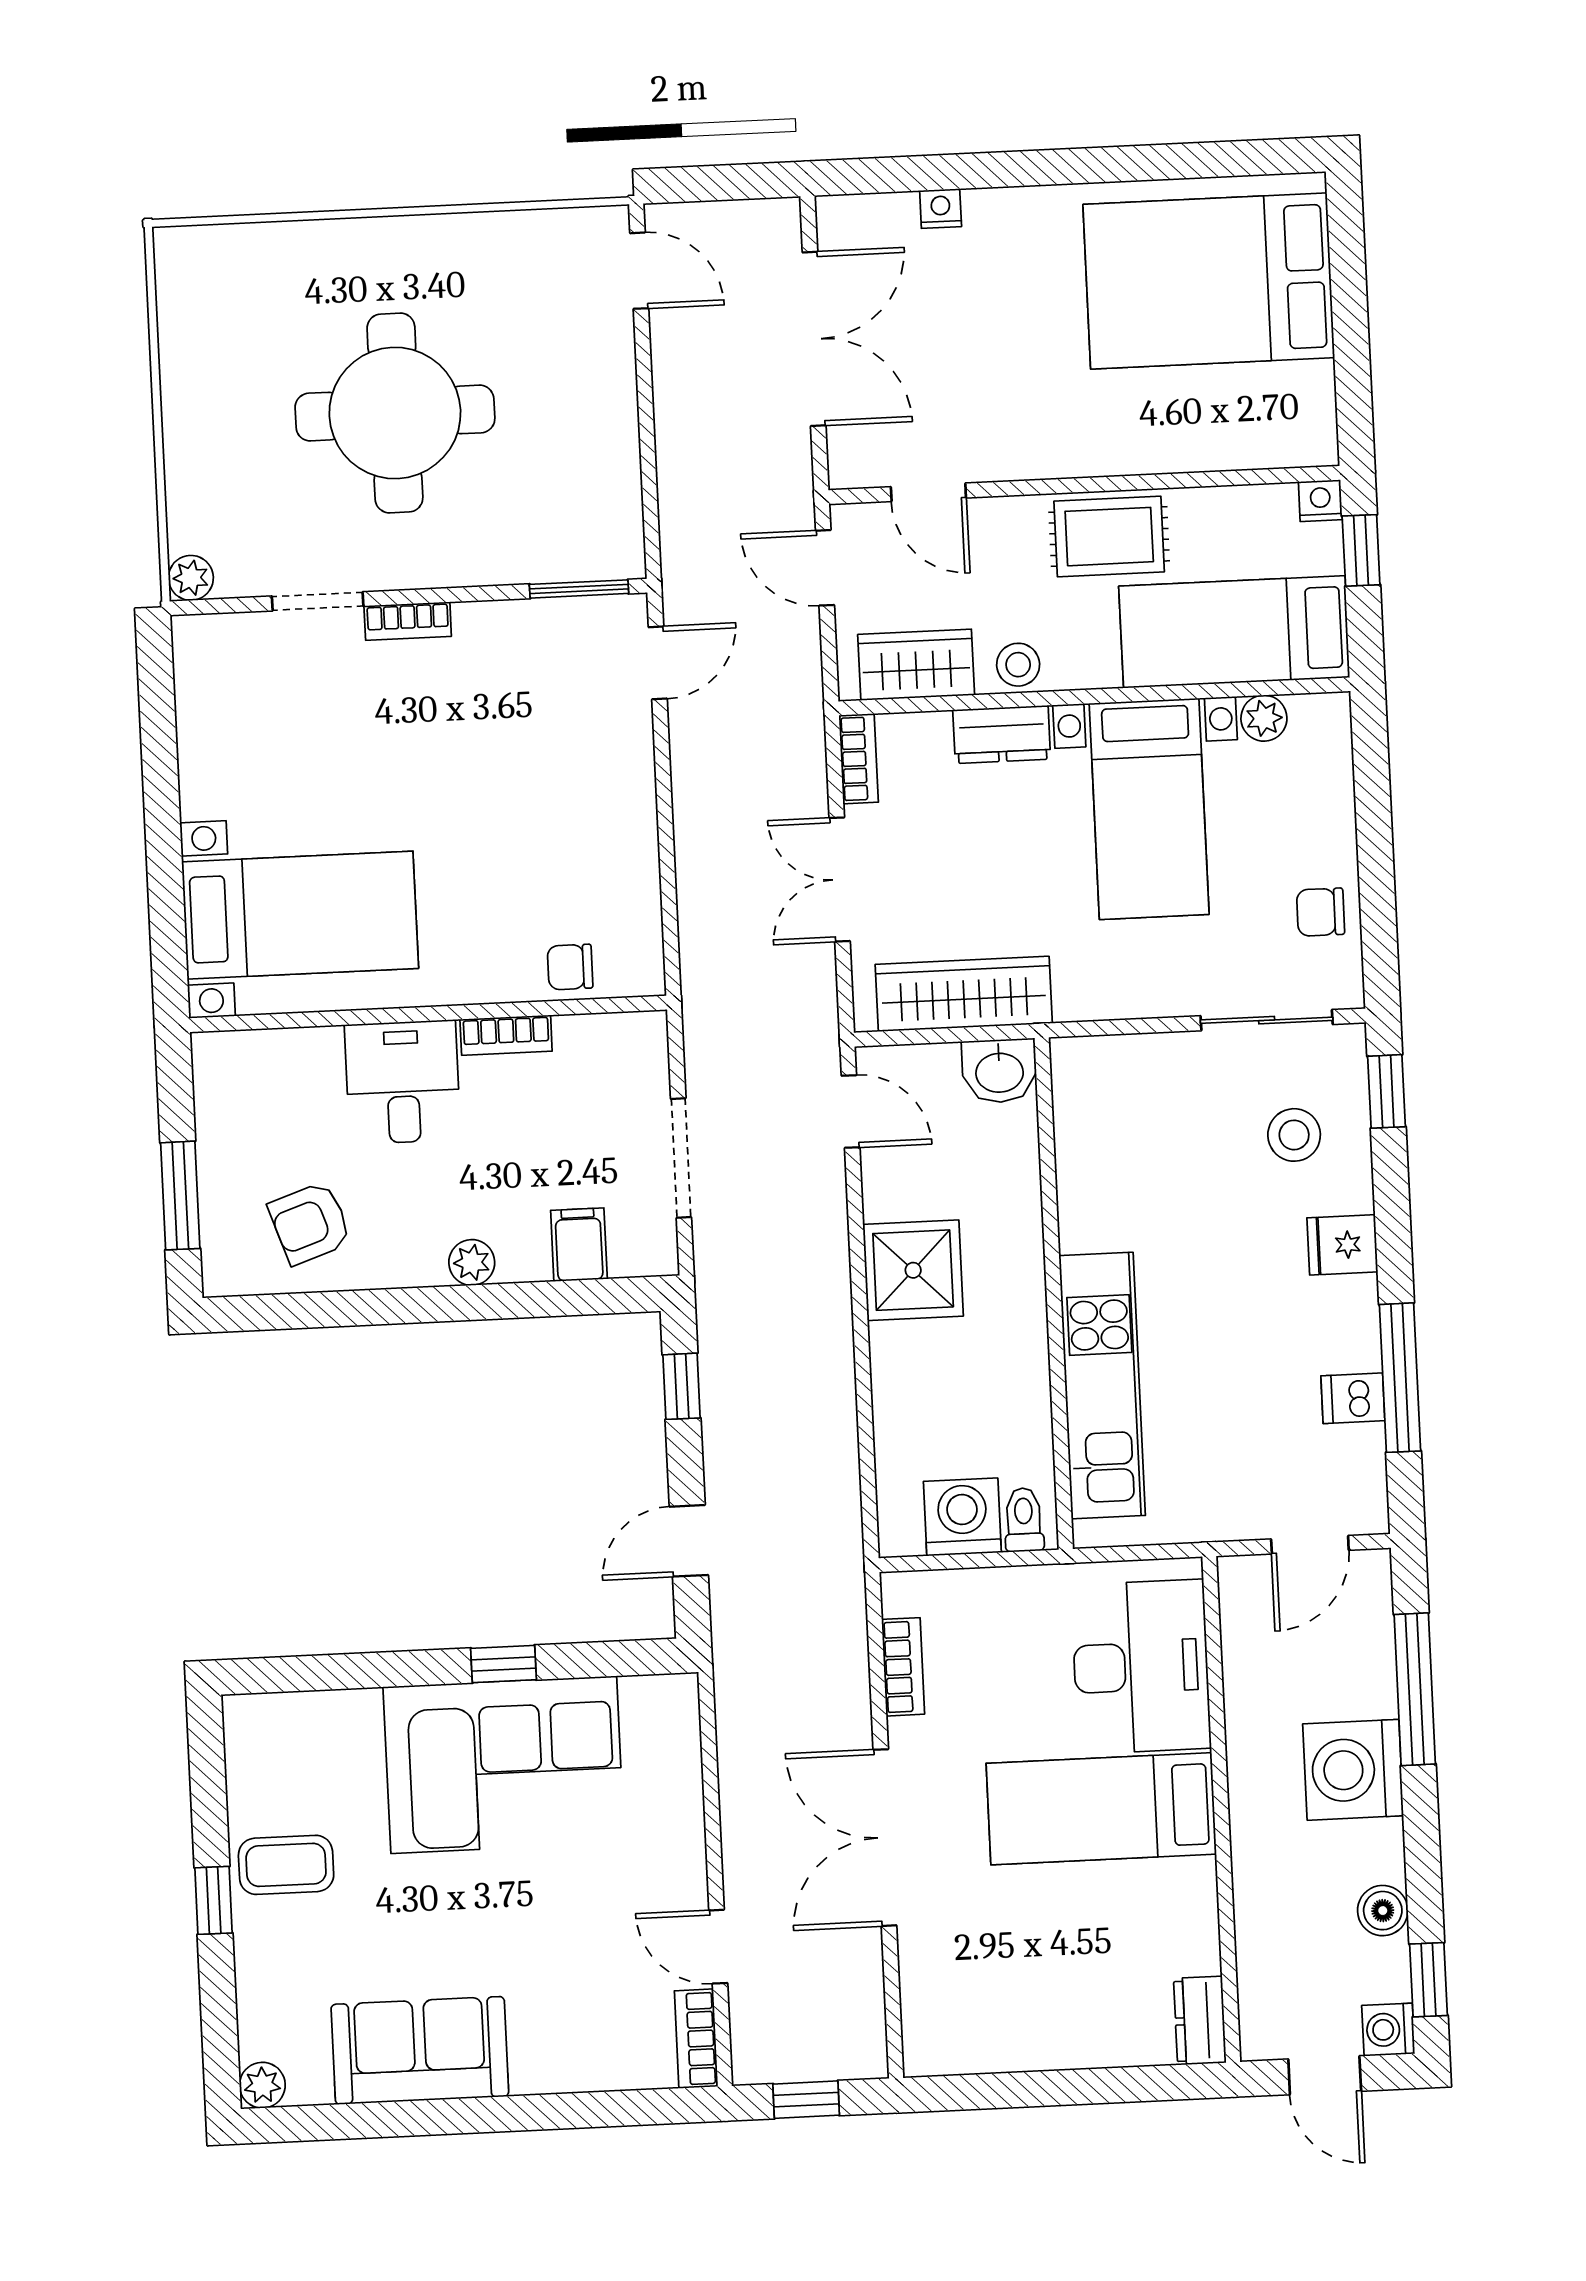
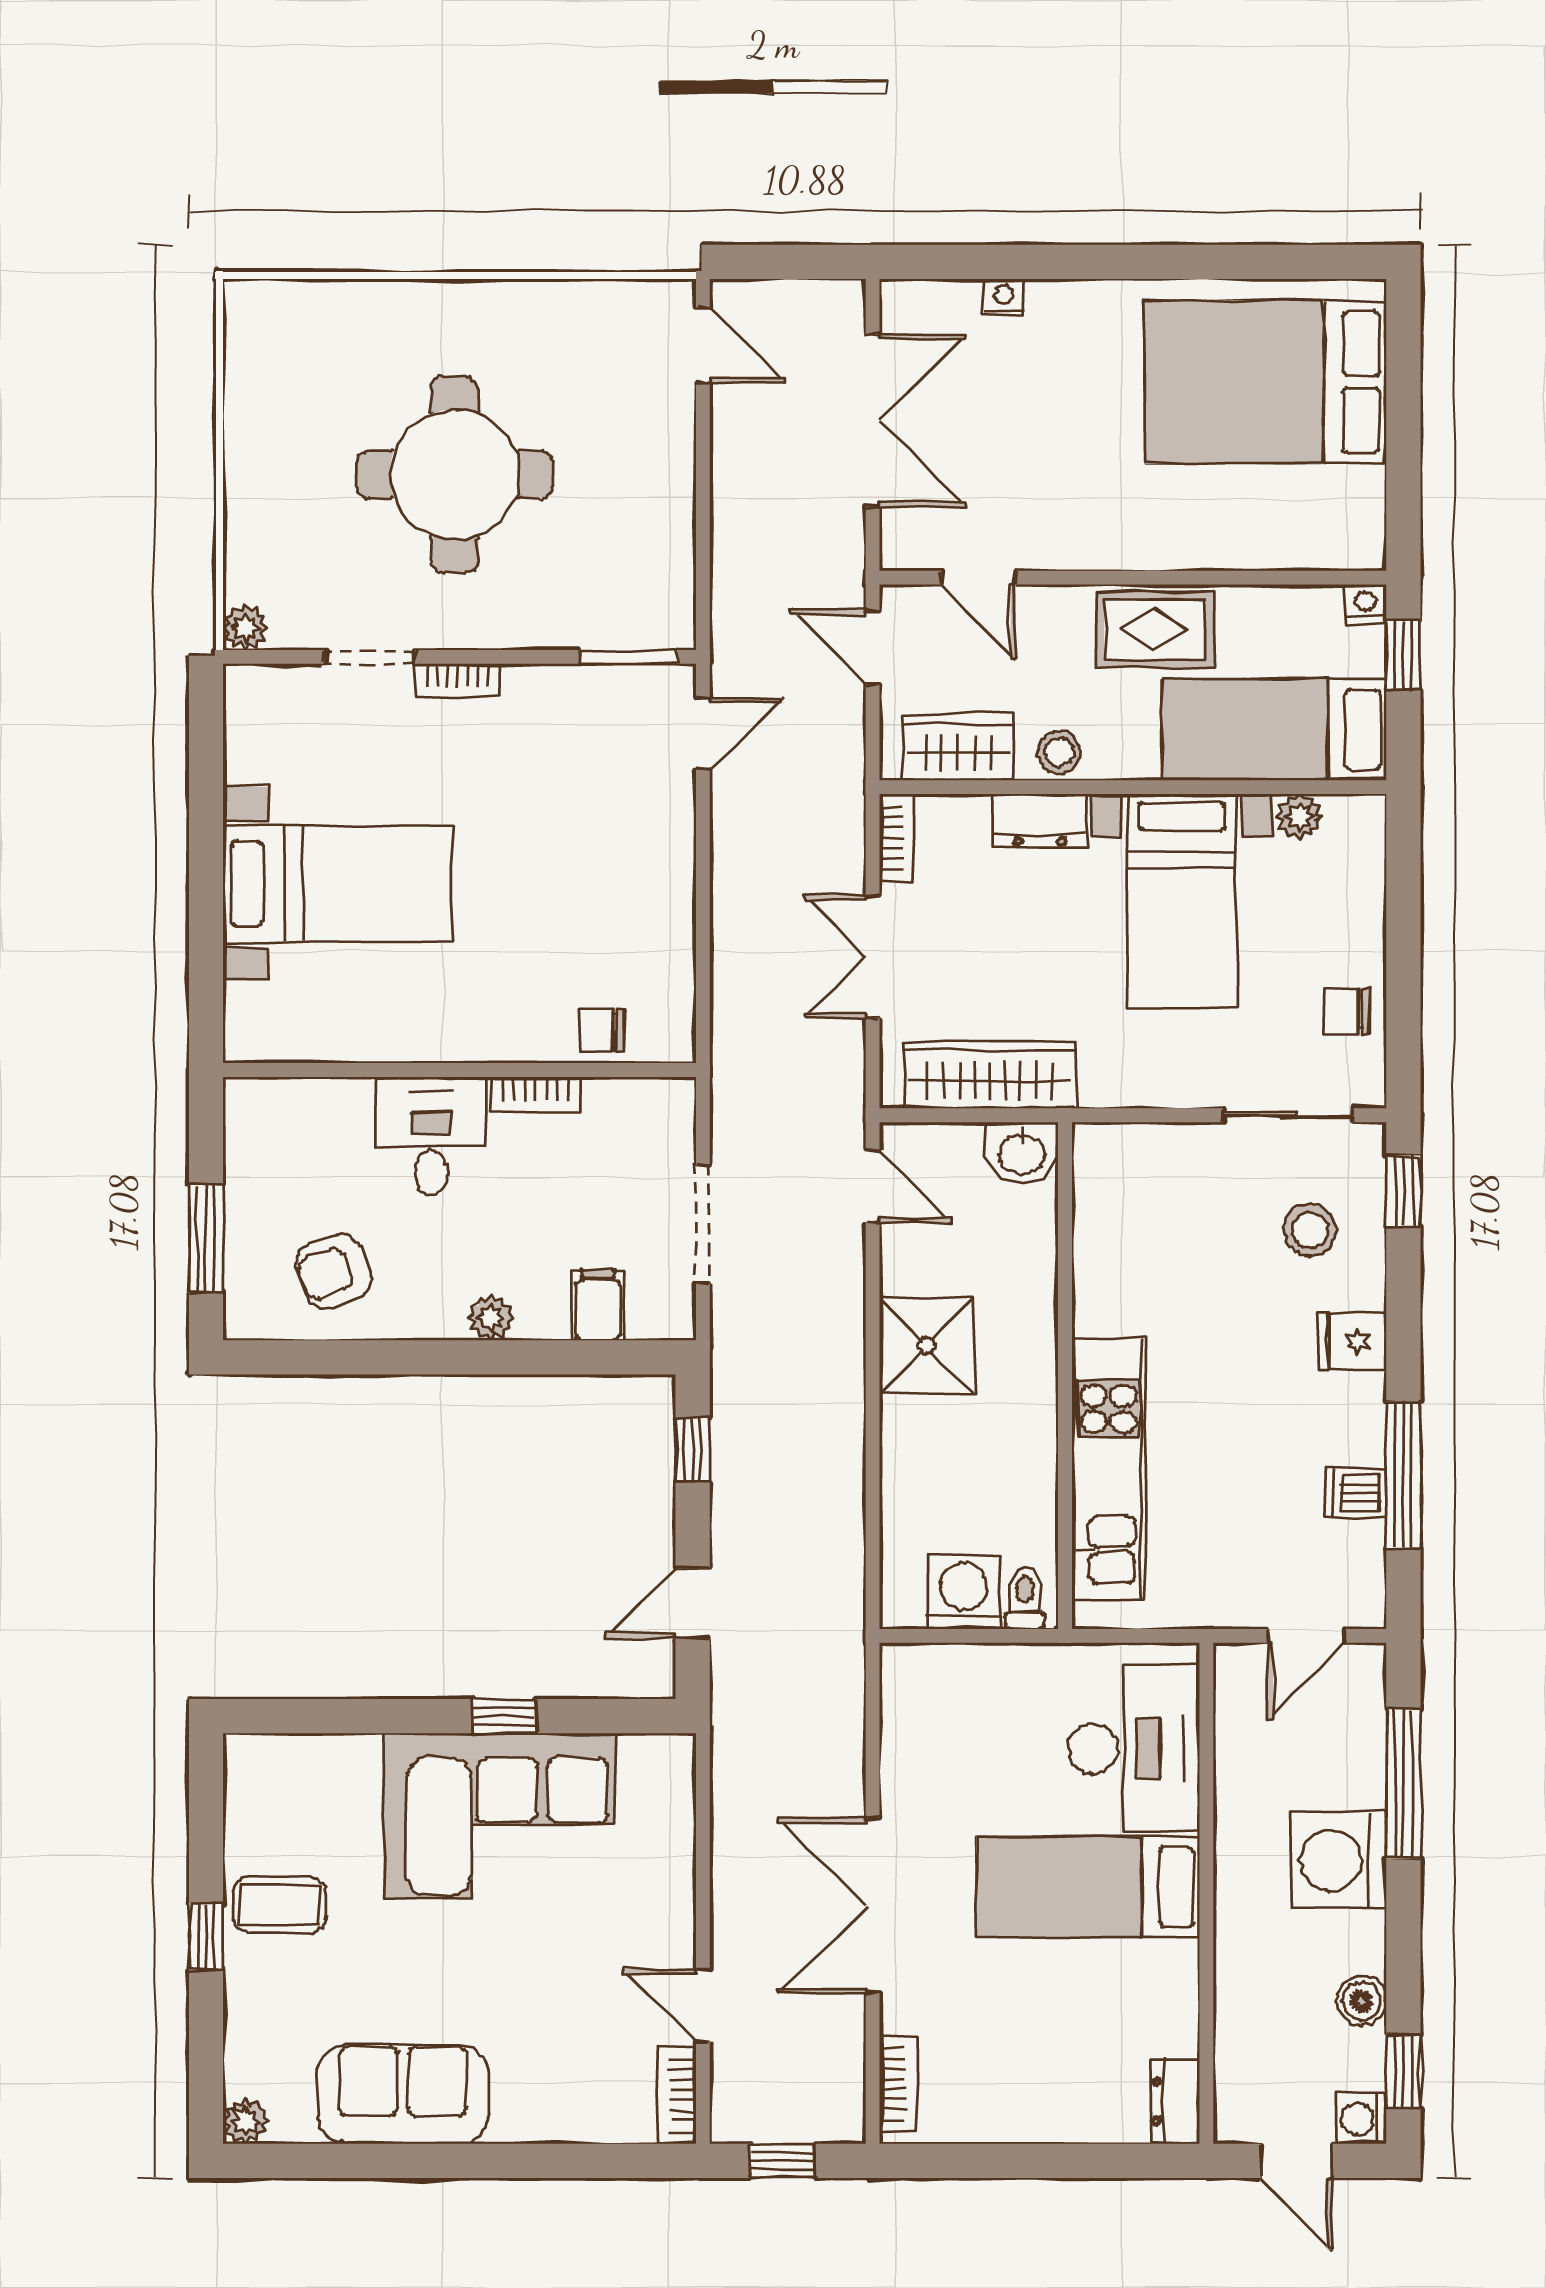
bed with nightstands: (300, 915) -> (338, 884), moved
bookcase: (903, 1667) -> (899, 2084), moved

